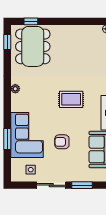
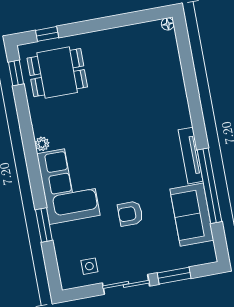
dining table: (33, 46) -> (57, 73), width x0.73
rug: (71, 99) -> (133, 144), removed
corner sofa: (27, 135) -> (68, 184), moved

